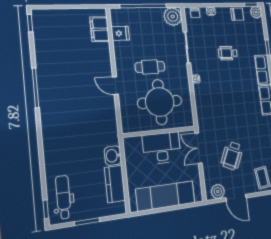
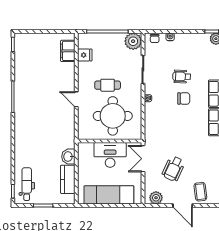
chair: (237, 14) -> (184, 98), moved
door: (236, 198) -> (183, 206), moved

